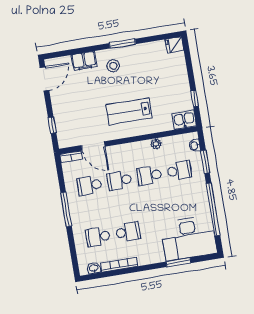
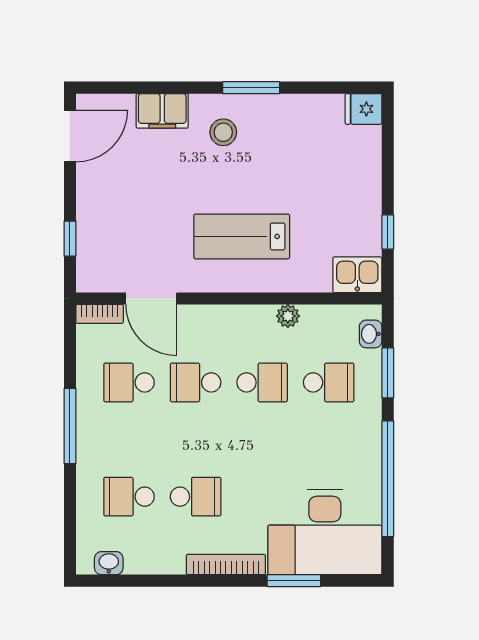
school desk: (149, 175) -> (262, 382), turned 180
bookcase: (119, 265) -> (226, 565), moved

